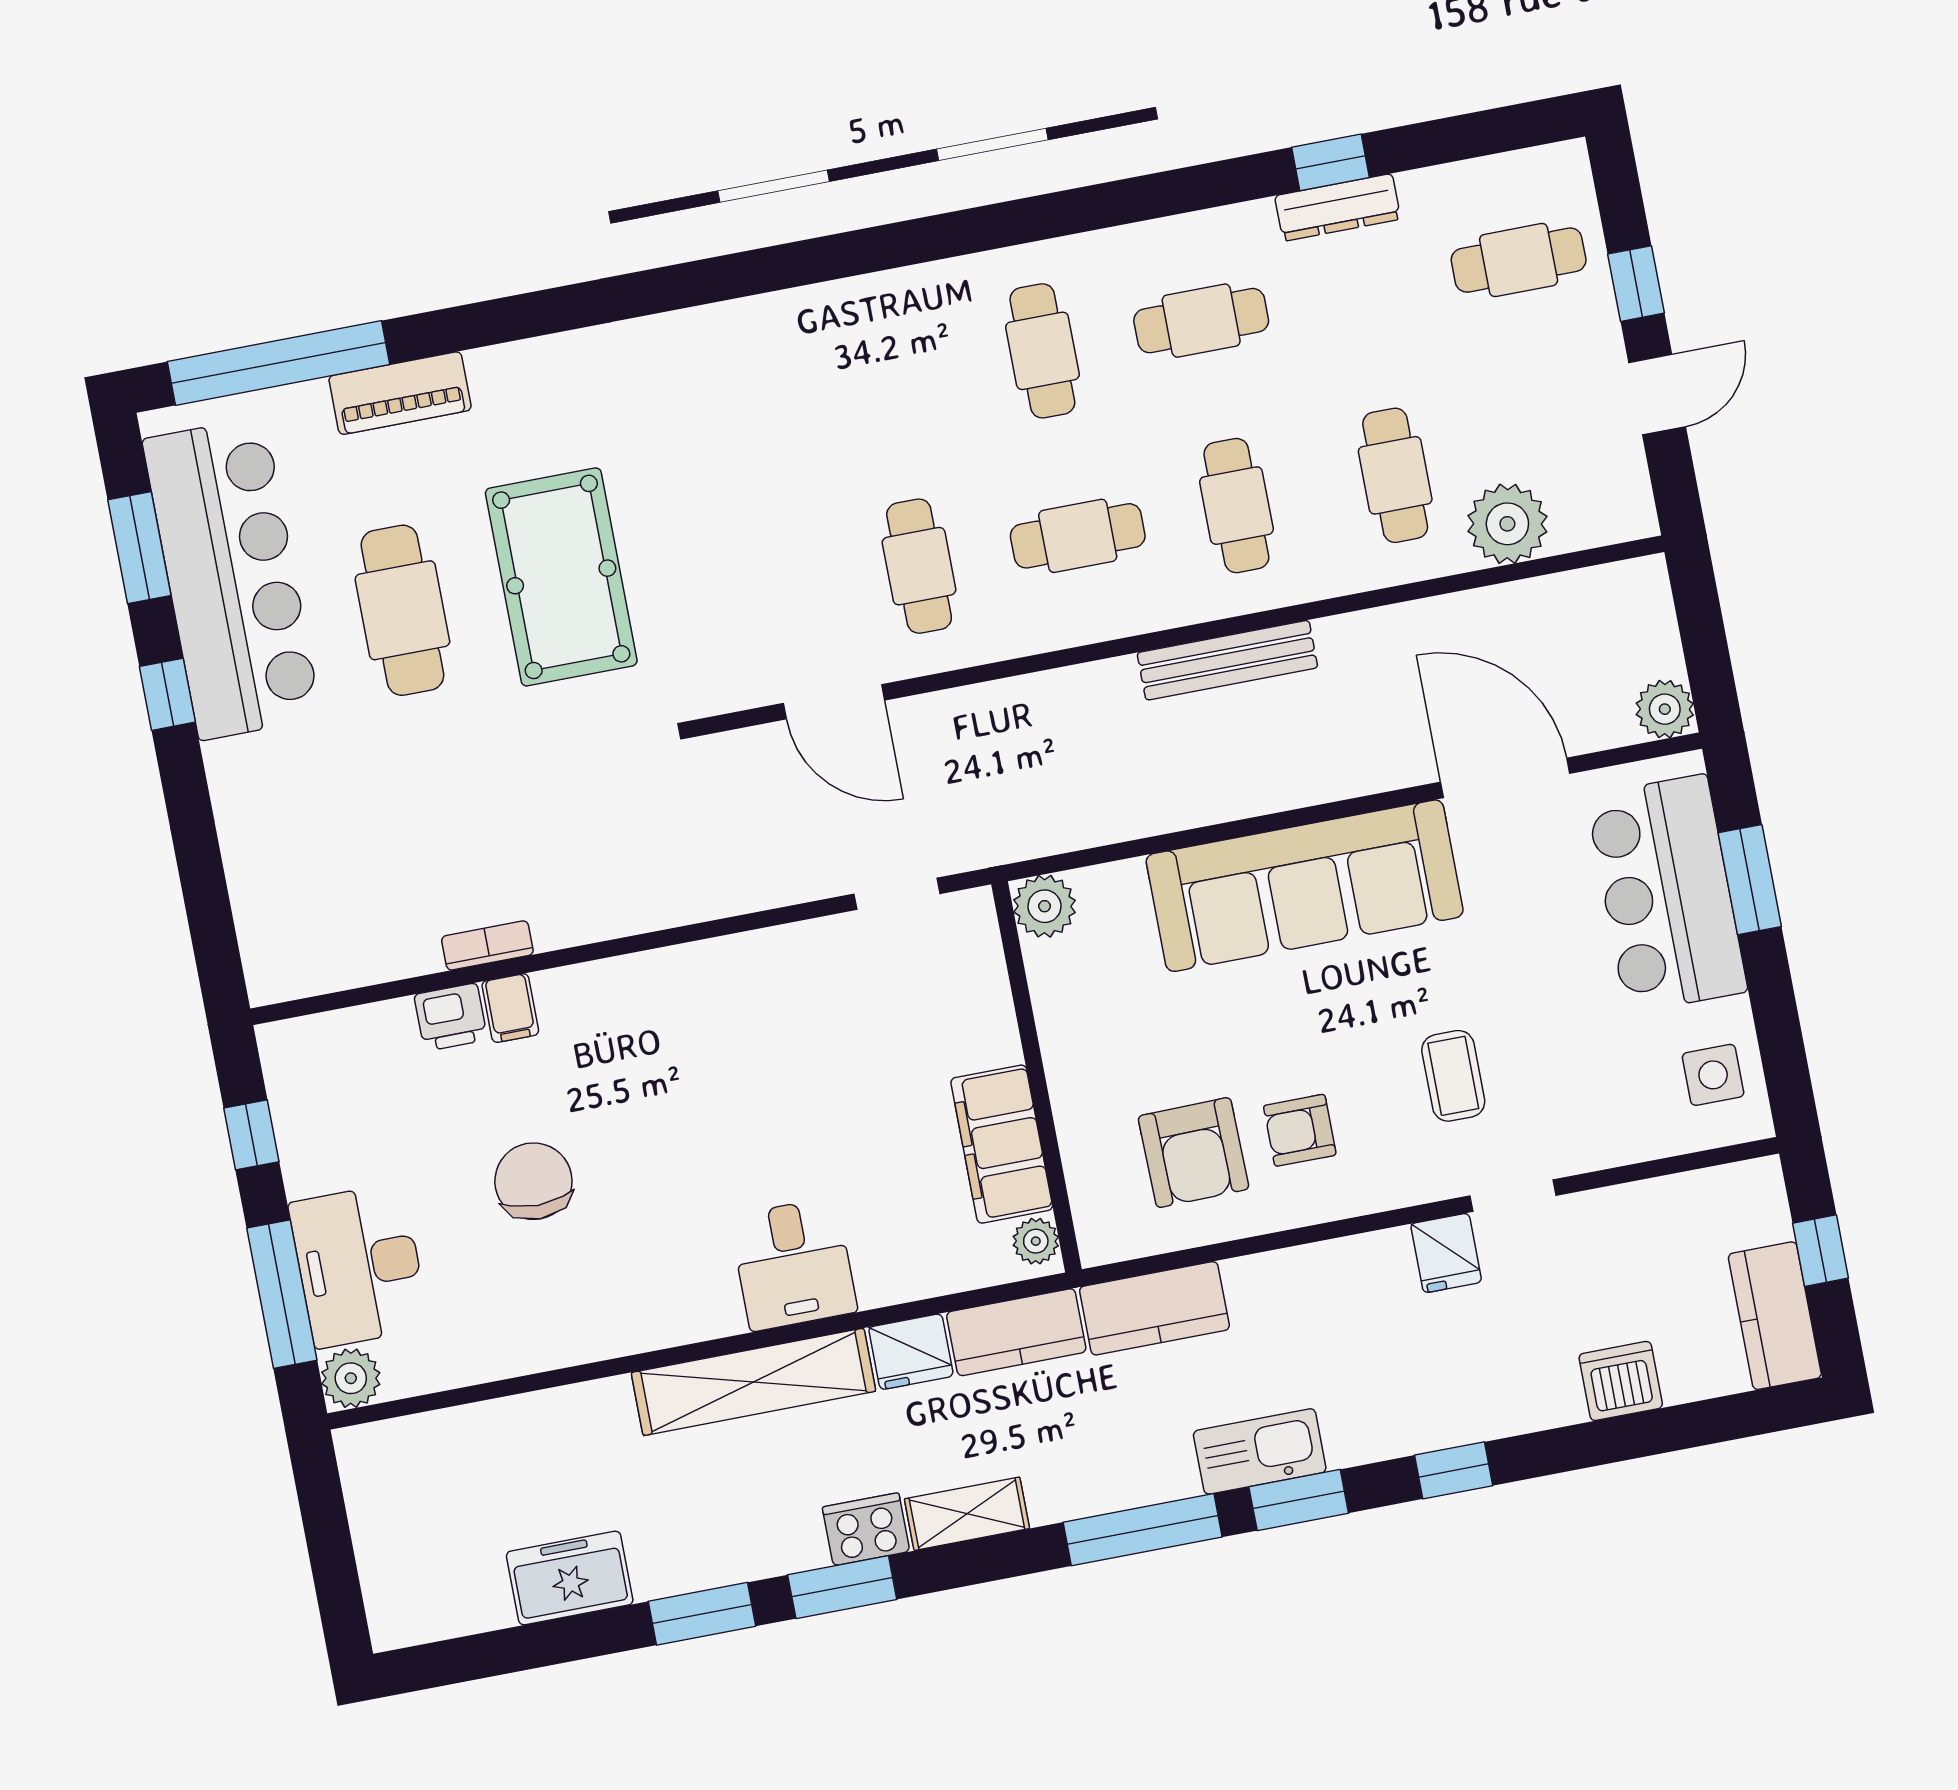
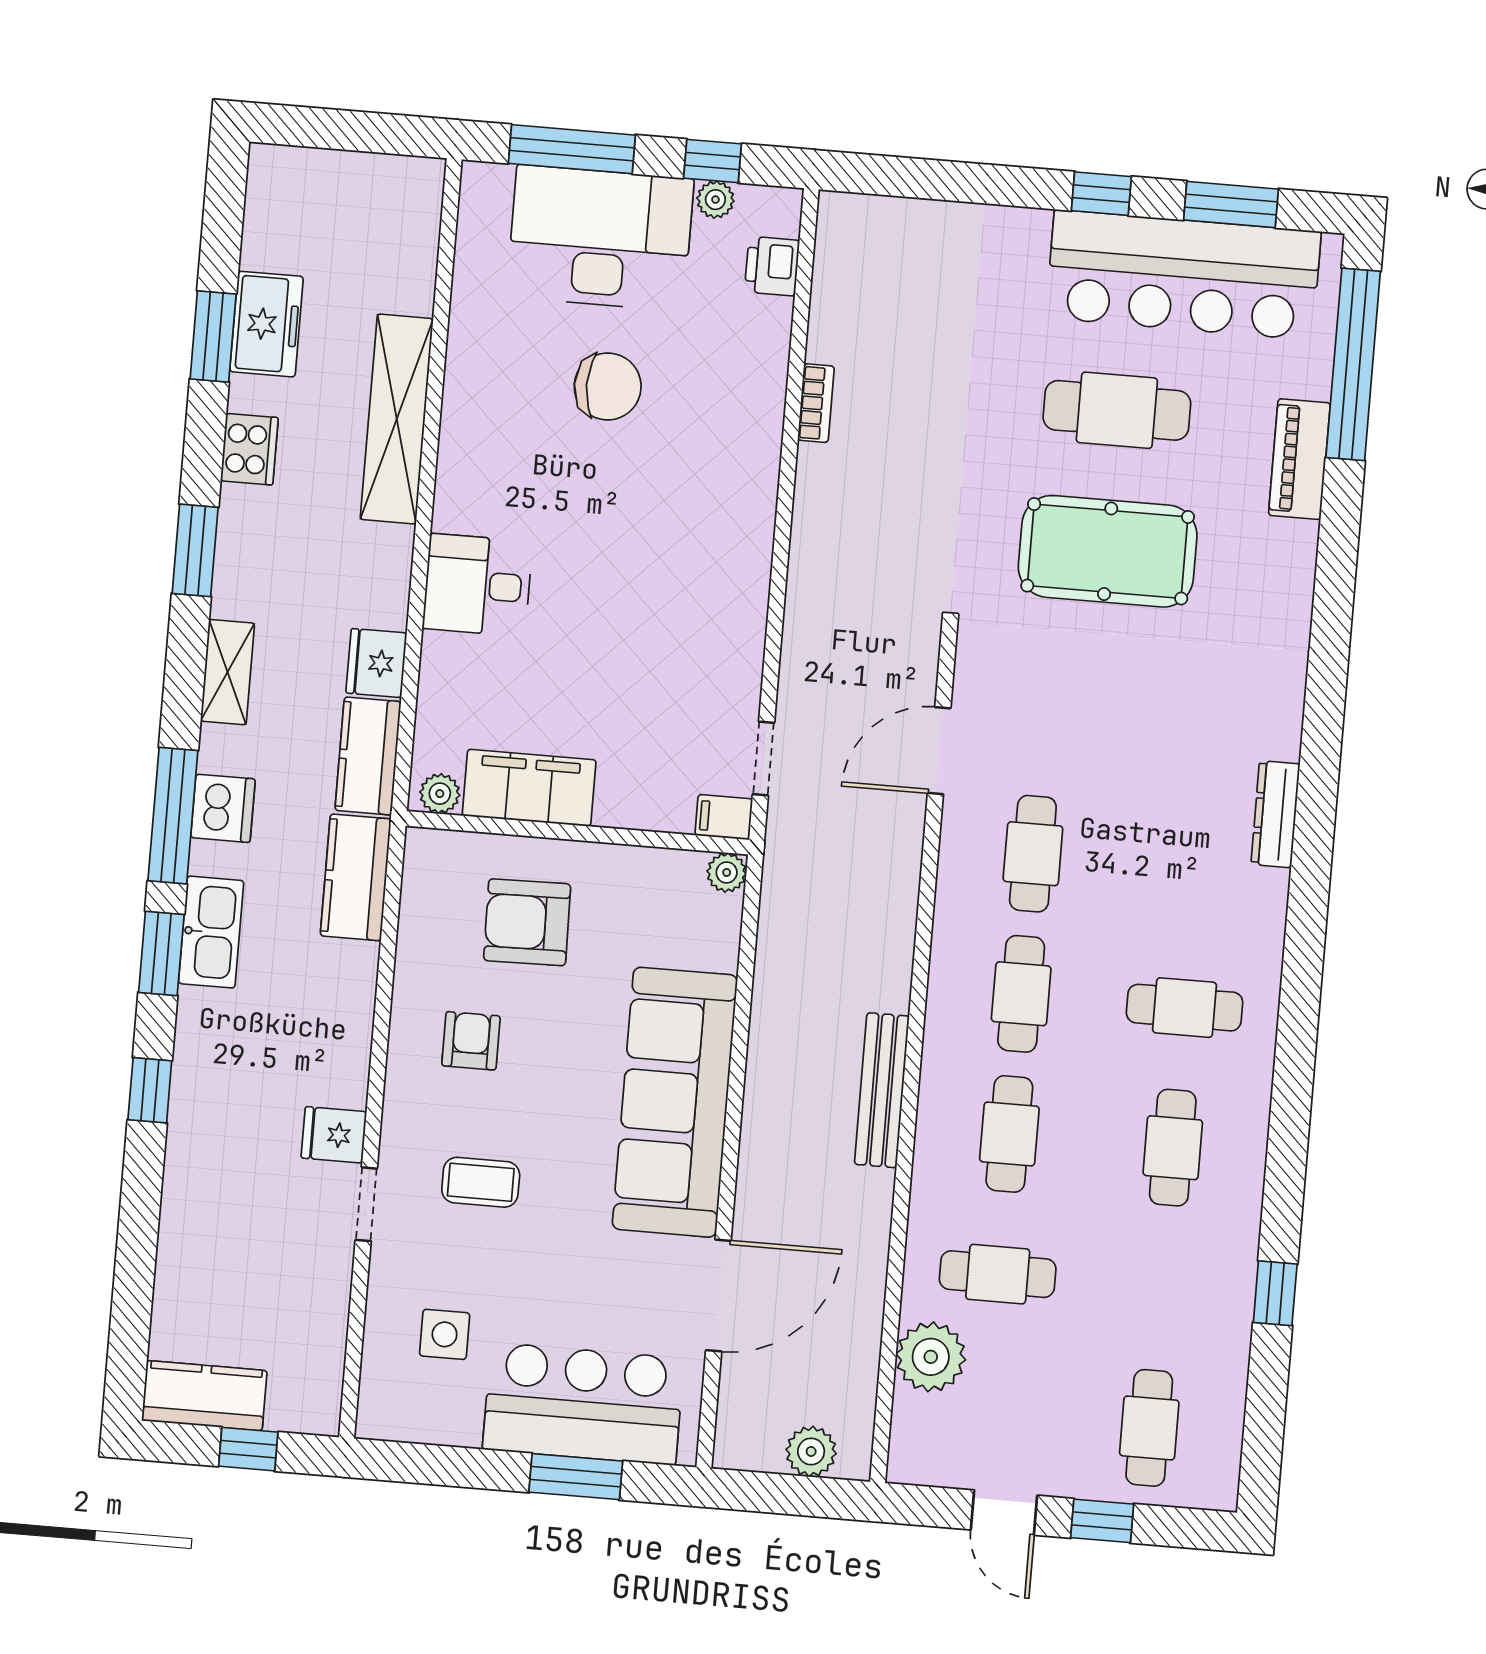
dresser: (1338, 207) -> (1275, 814), moved
cafe table: (1236, 506) -> (1009, 1134), turned 90
cafe table: (919, 566) -> (1033, 854), turned 90
plant: (1665, 709) -> (811, 1451), moved
plant: (1044, 906) -> (727, 872), width x0.73, depth x0.73
filing cabinet: (510, 1008) -> (724, 817), moved
printer: (451, 1017) -> (772, 266), moved
side table: (1713, 1075) -> (445, 1334), moved
armchair: (1194, 1153) -> (527, 922), moved
desk: (359, 1266) -> (600, 238), width x1.36, depth x1.30
plant: (351, 1378) -> (715, 200), moved, width x0.73, depth x0.73
dishwasher: (1621, 1381) -> (223, 808), moved
shelving: (753, 1382) -> (397, 419), moved
cooker: (866, 1529) -> (249, 449), moved
window: (702, 1614) -> (213, 336), moved

